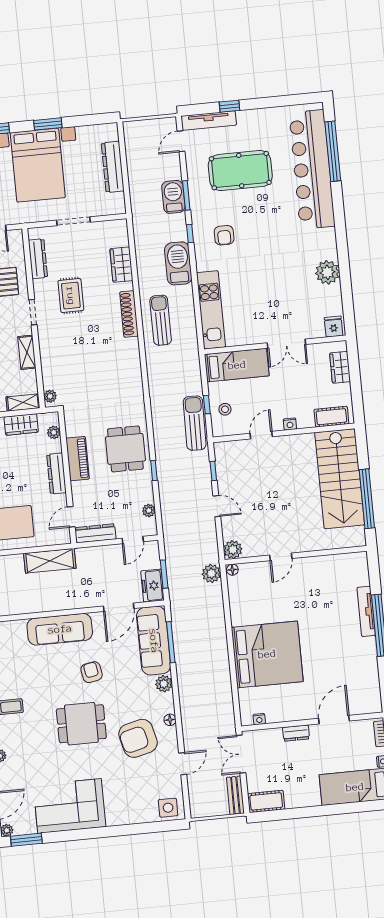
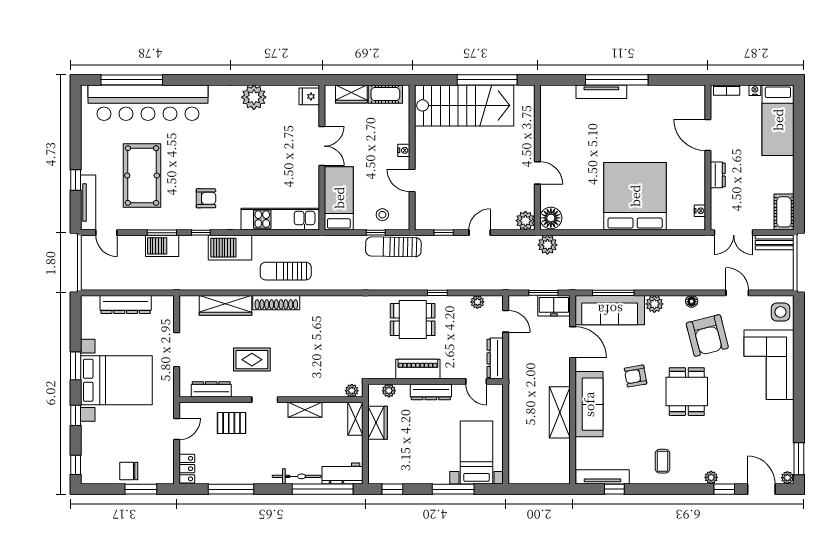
wardrobe: (121, 265) -> (225, 305), width x1.50
cot: (331, 417) -> (385, 94), moved, turned 90
shelving: (50, 561) -> (560, 412), moved
floor lamp: (232, 570) -> (551, 218), width x1.89, depth x1.89
corner sofa: (70, 806) -> (769, 365), moved

